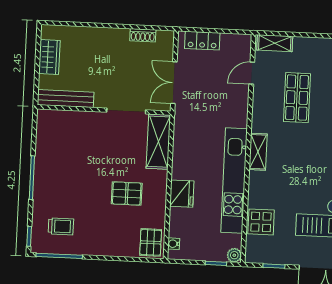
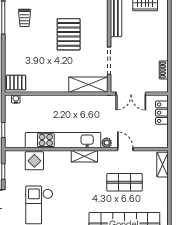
door: (252, 73) -> (125, 149), moved
double door: (174, 83) -> (131, 94), swing flipped
pallet: (127, 193) -> (69, 34), moved, width x1.50, depth x1.42
fridge: (182, 194) -> (52, 103), removed
plant: (234, 255) -> (107, 143), moved

